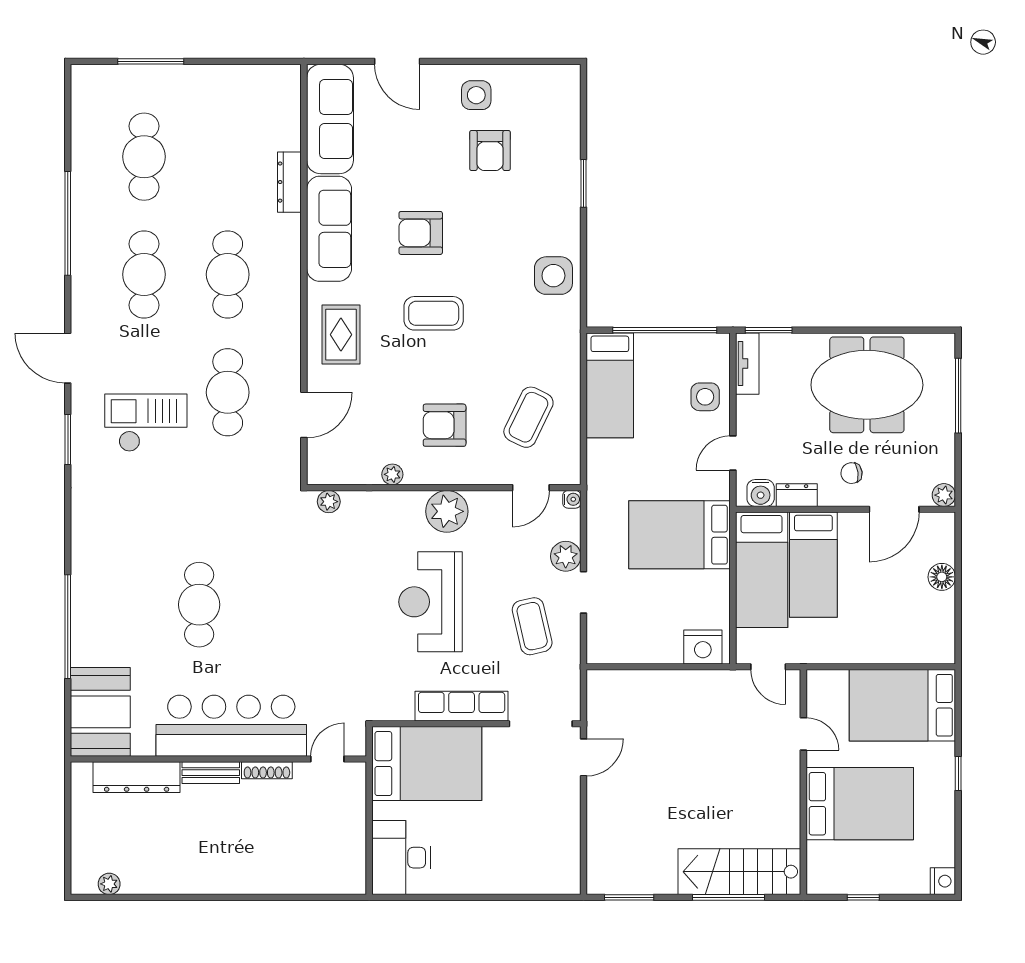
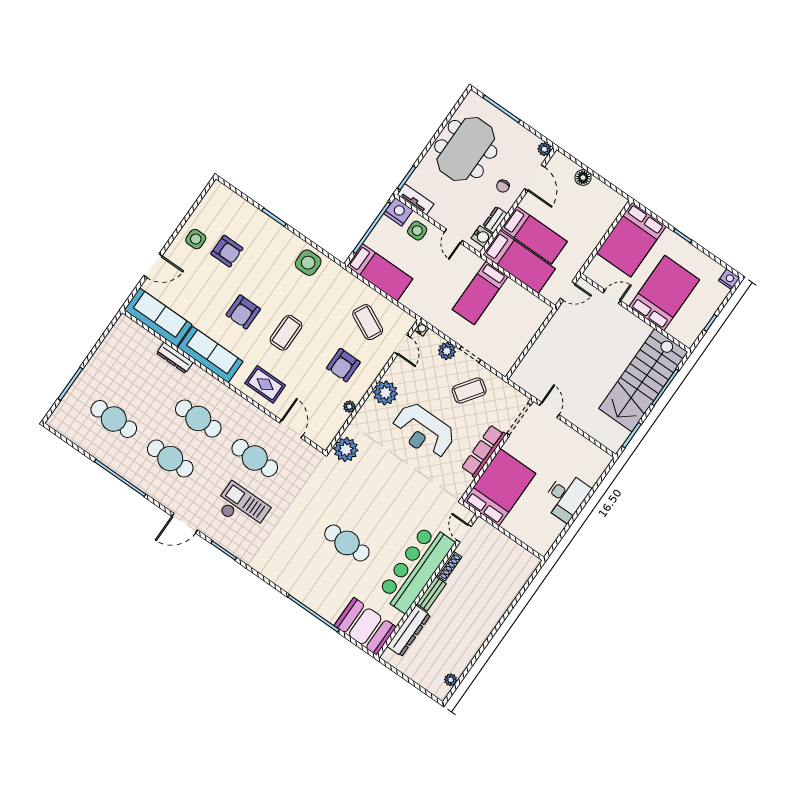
checkout: (146, 423) -> (242, 507), turned 90
plant: (329, 502) -> (346, 450), width x1.87, depth x1.87
bed: (680, 535) -> (480, 293), width x0.67
coffee table: (532, 626) -> (469, 391), turned -42
nightstand: (703, 647) -> (398, 212), moved, turned -90
desk: (401, 858) -> (566, 497), moved, turned -90
stairs: (739, 872) -> (643, 380), width x1.36, depth x1.51

